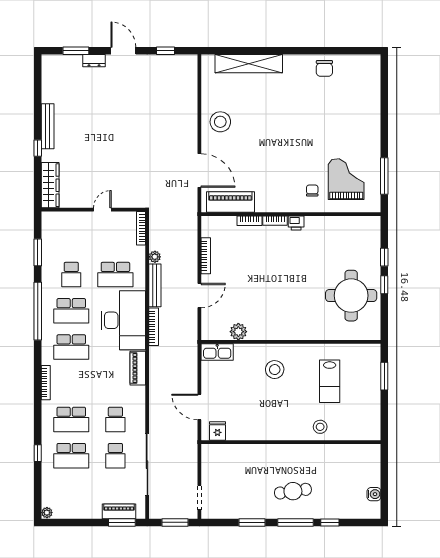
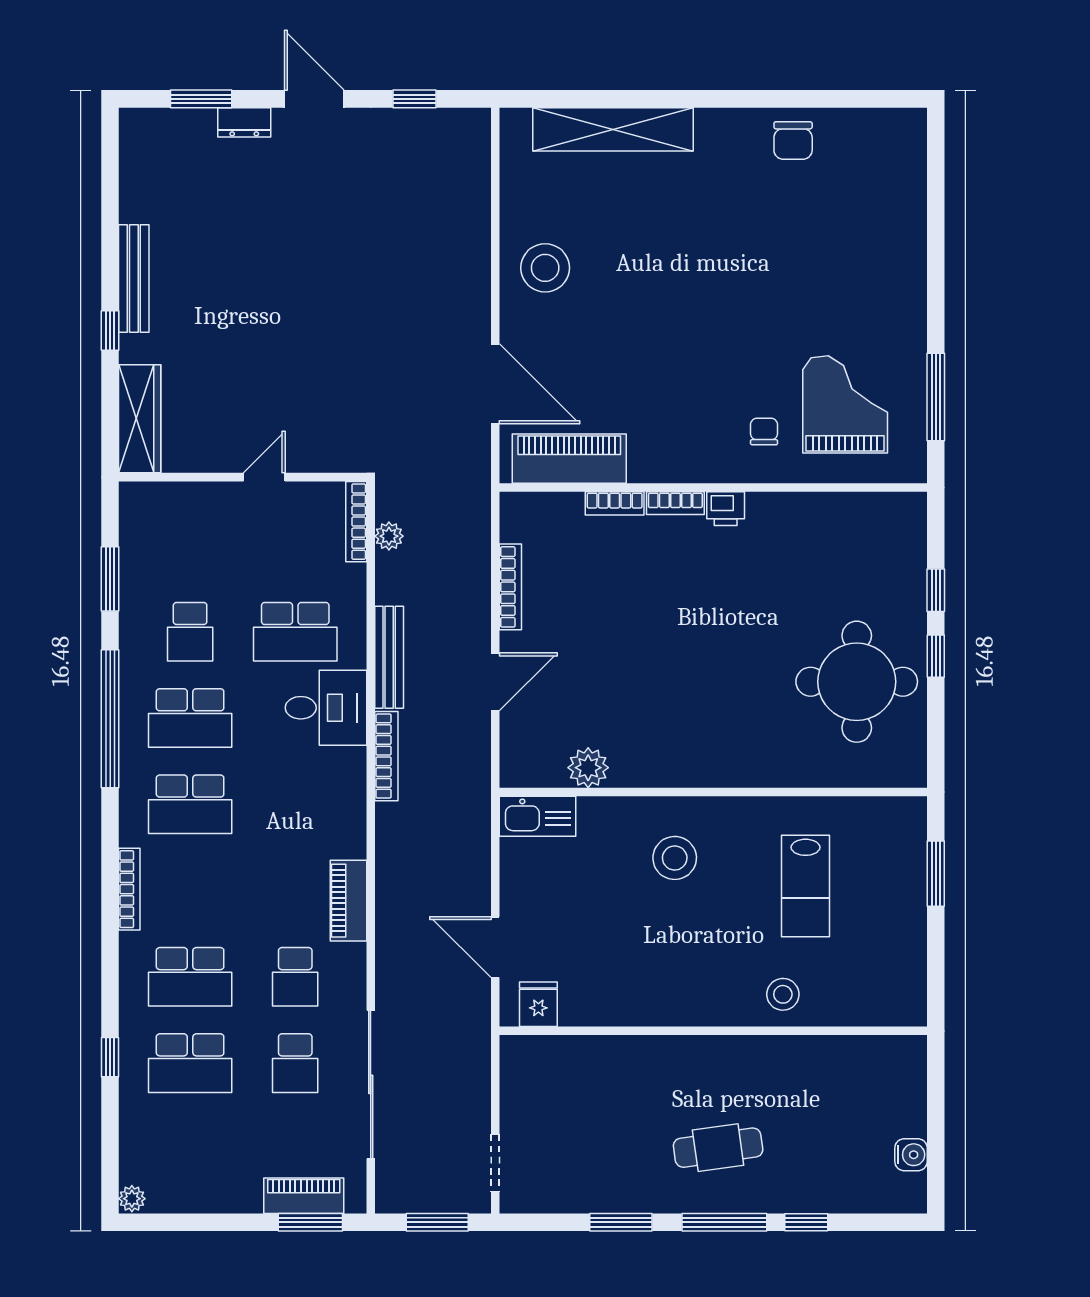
plant: (155, 257) -> (389, 536), moved
desk: (123, 320) -> (326, 708), width x0.53, depth x0.77
piano: (138, 368) -> (348, 901), moved

